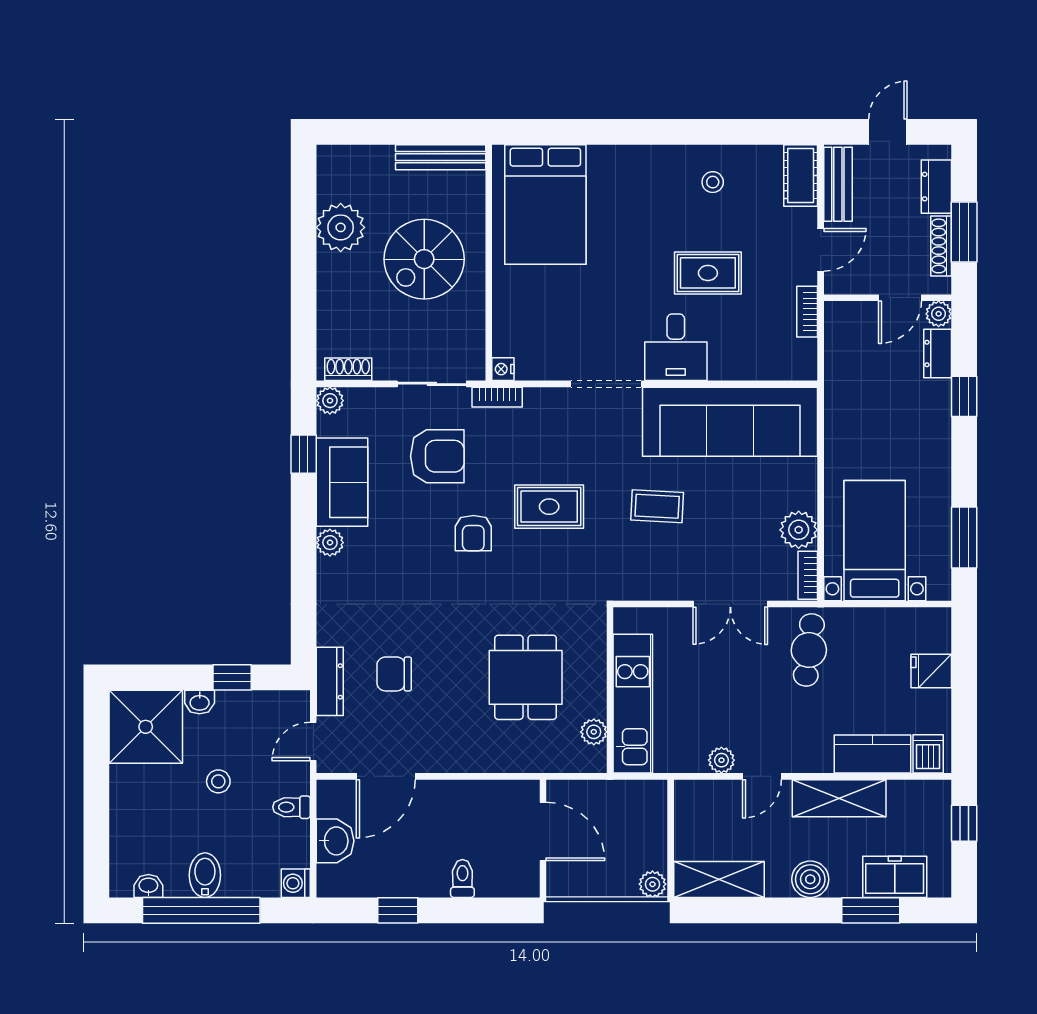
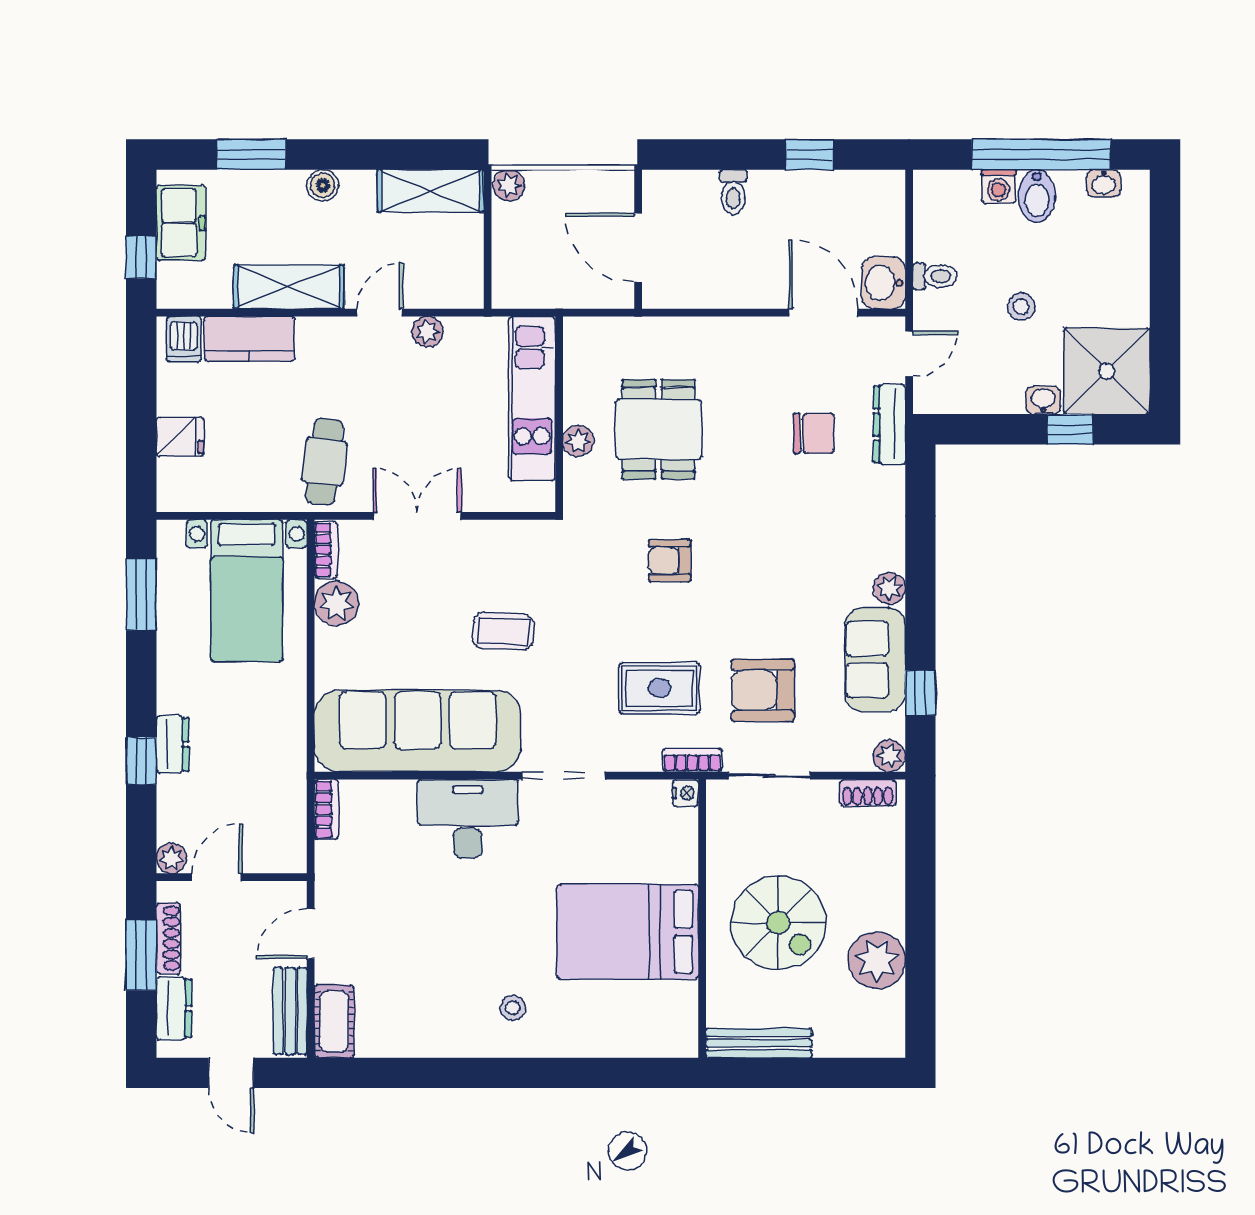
door: (888, 132) -> (231, 1073), hinge flipped
stool: (713, 182) -> (513, 1008), moved
bed: (545, 205) -> (628, 932), moved, turned -90
spiral stairs: (424, 259) -> (778, 923), turned 90
rug: (708, 273) -> (443, 906), removed
bookcase: (807, 312) -> (326, 809), moved
desk: (676, 347) -> (468, 819), width x1.37
dresser: (938, 354) -> (172, 744), moved
rug: (549, 507) -> (659, 688), moved
armchair: (473, 533) -> (670, 561), moved, turned -90
window: (232, 677) -> (1070, 429), moved
plant: (594, 732) -> (578, 441), moved
door: (386, 776) -> (824, 313), hinge flipped
washbasin: (335, 841) -> (883, 283), moved
freezer: (895, 877) -> (181, 223), moved, turned -90
boiler: (810, 879) -> (323, 185), width x0.73, depth x0.73
washing machine: (296, 883) -> (999, 186), moved, turned 90

